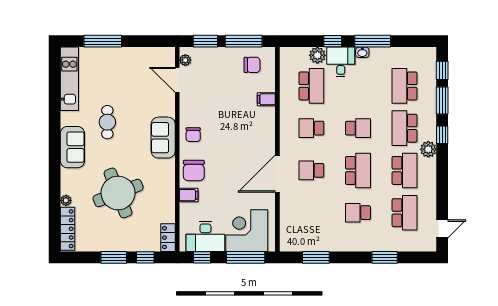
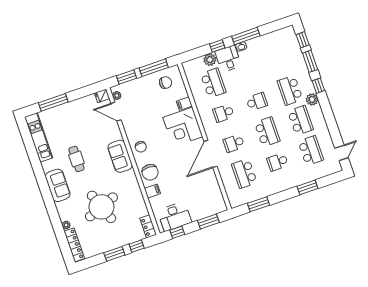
fridge: (167, 54) -> (102, 96), added
school desk: (405, 86) -> (244, 173), moved
corner desk: (247, 231) -> (183, 127), moved, turned -90
window: (246, 257) -> (208, 222), width x0.69

